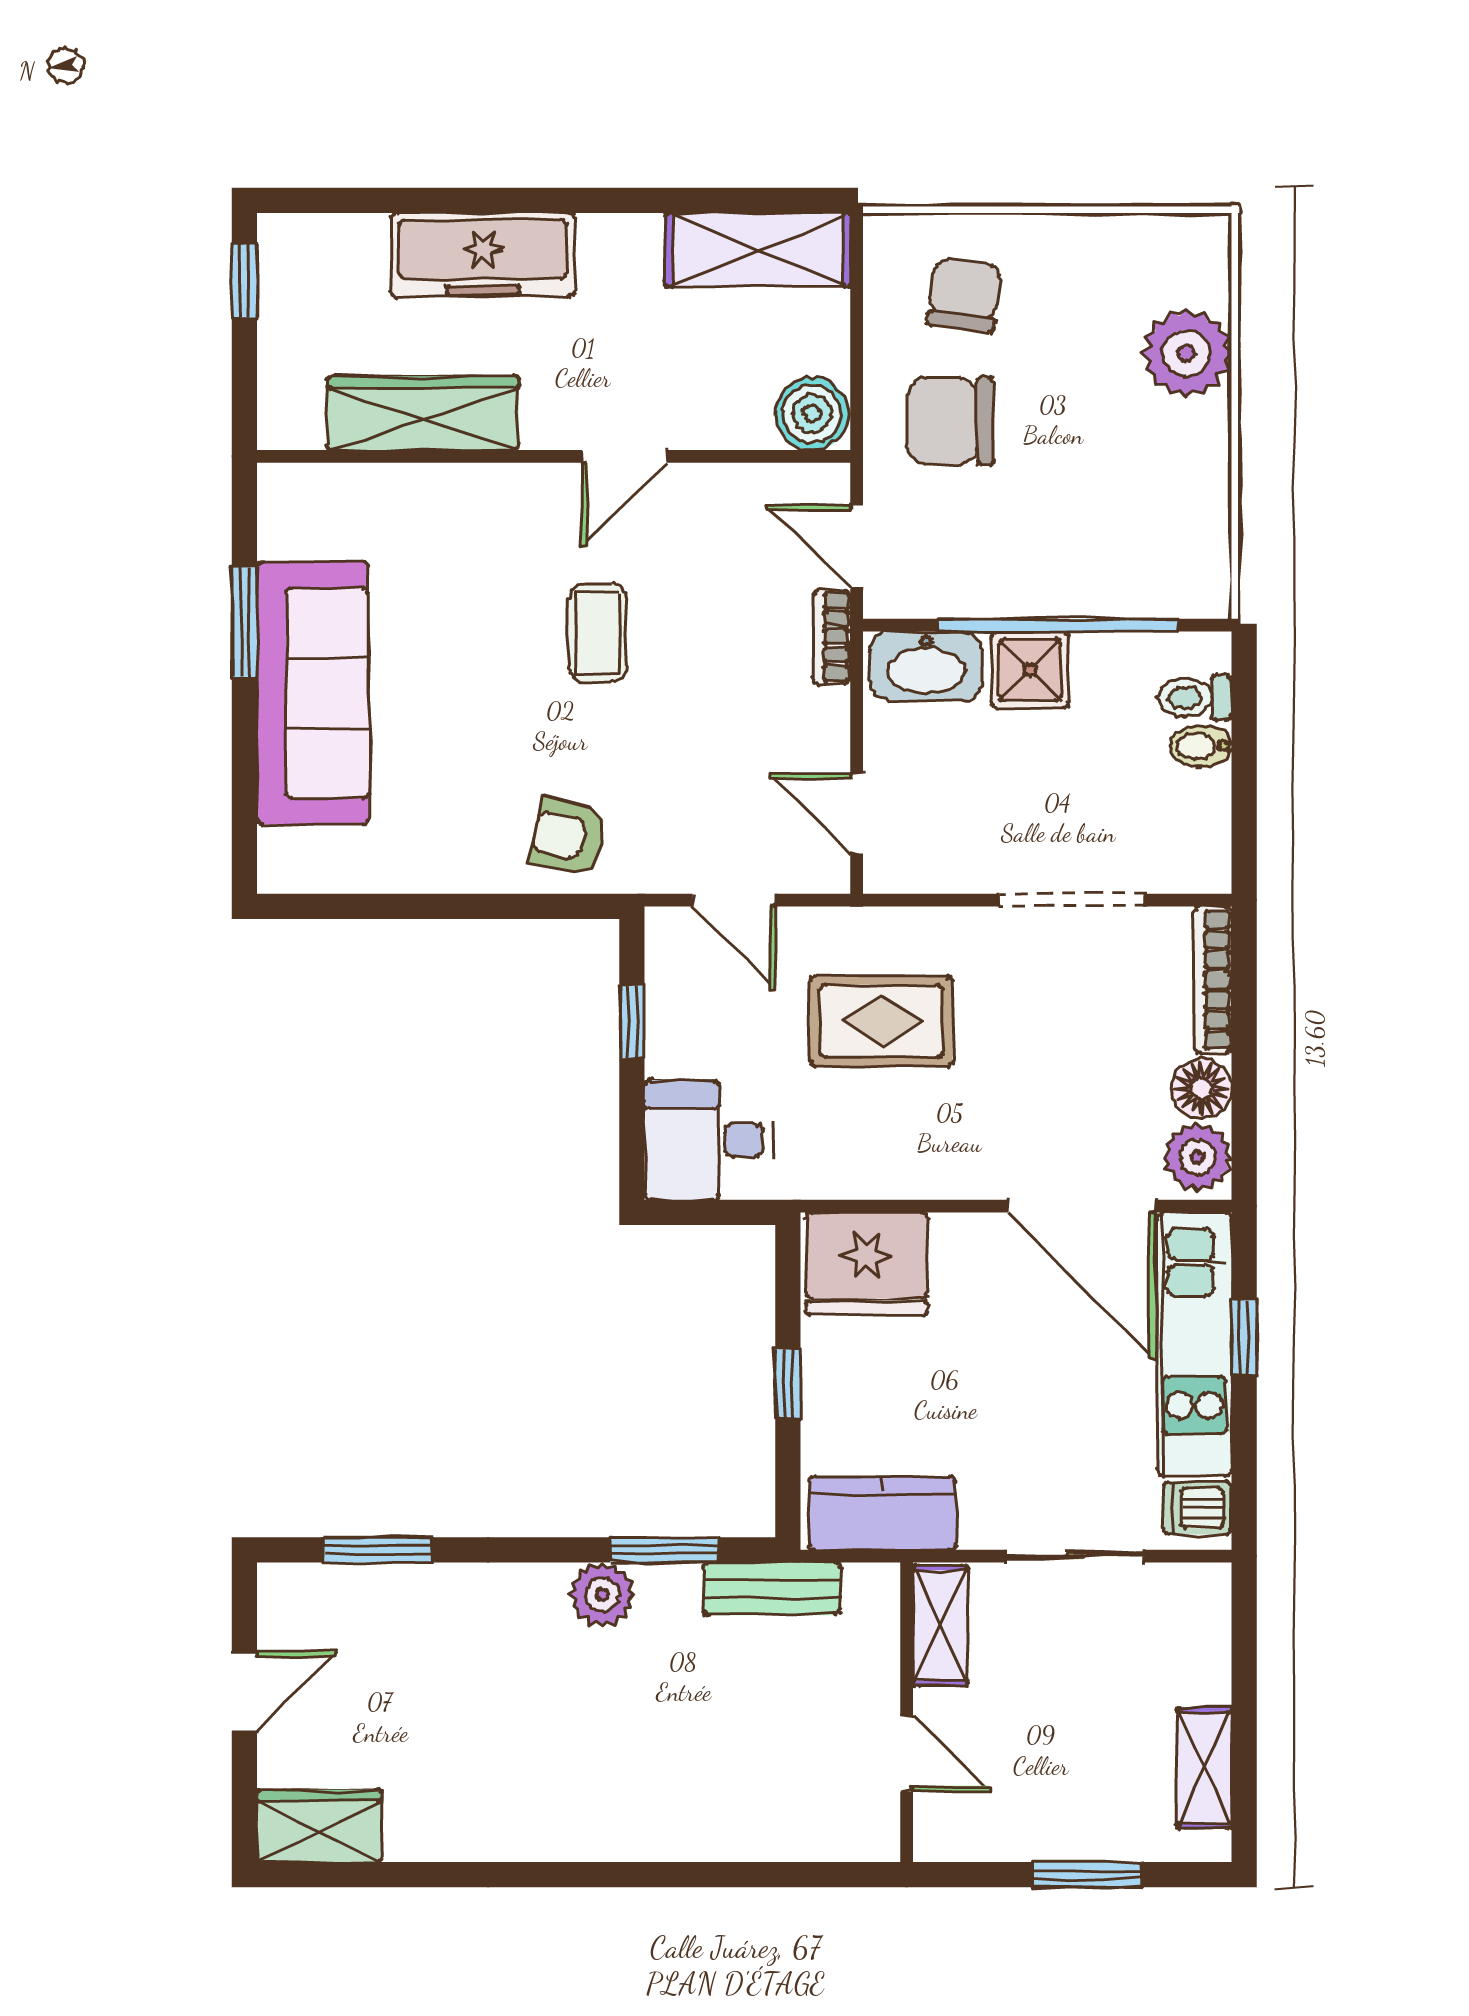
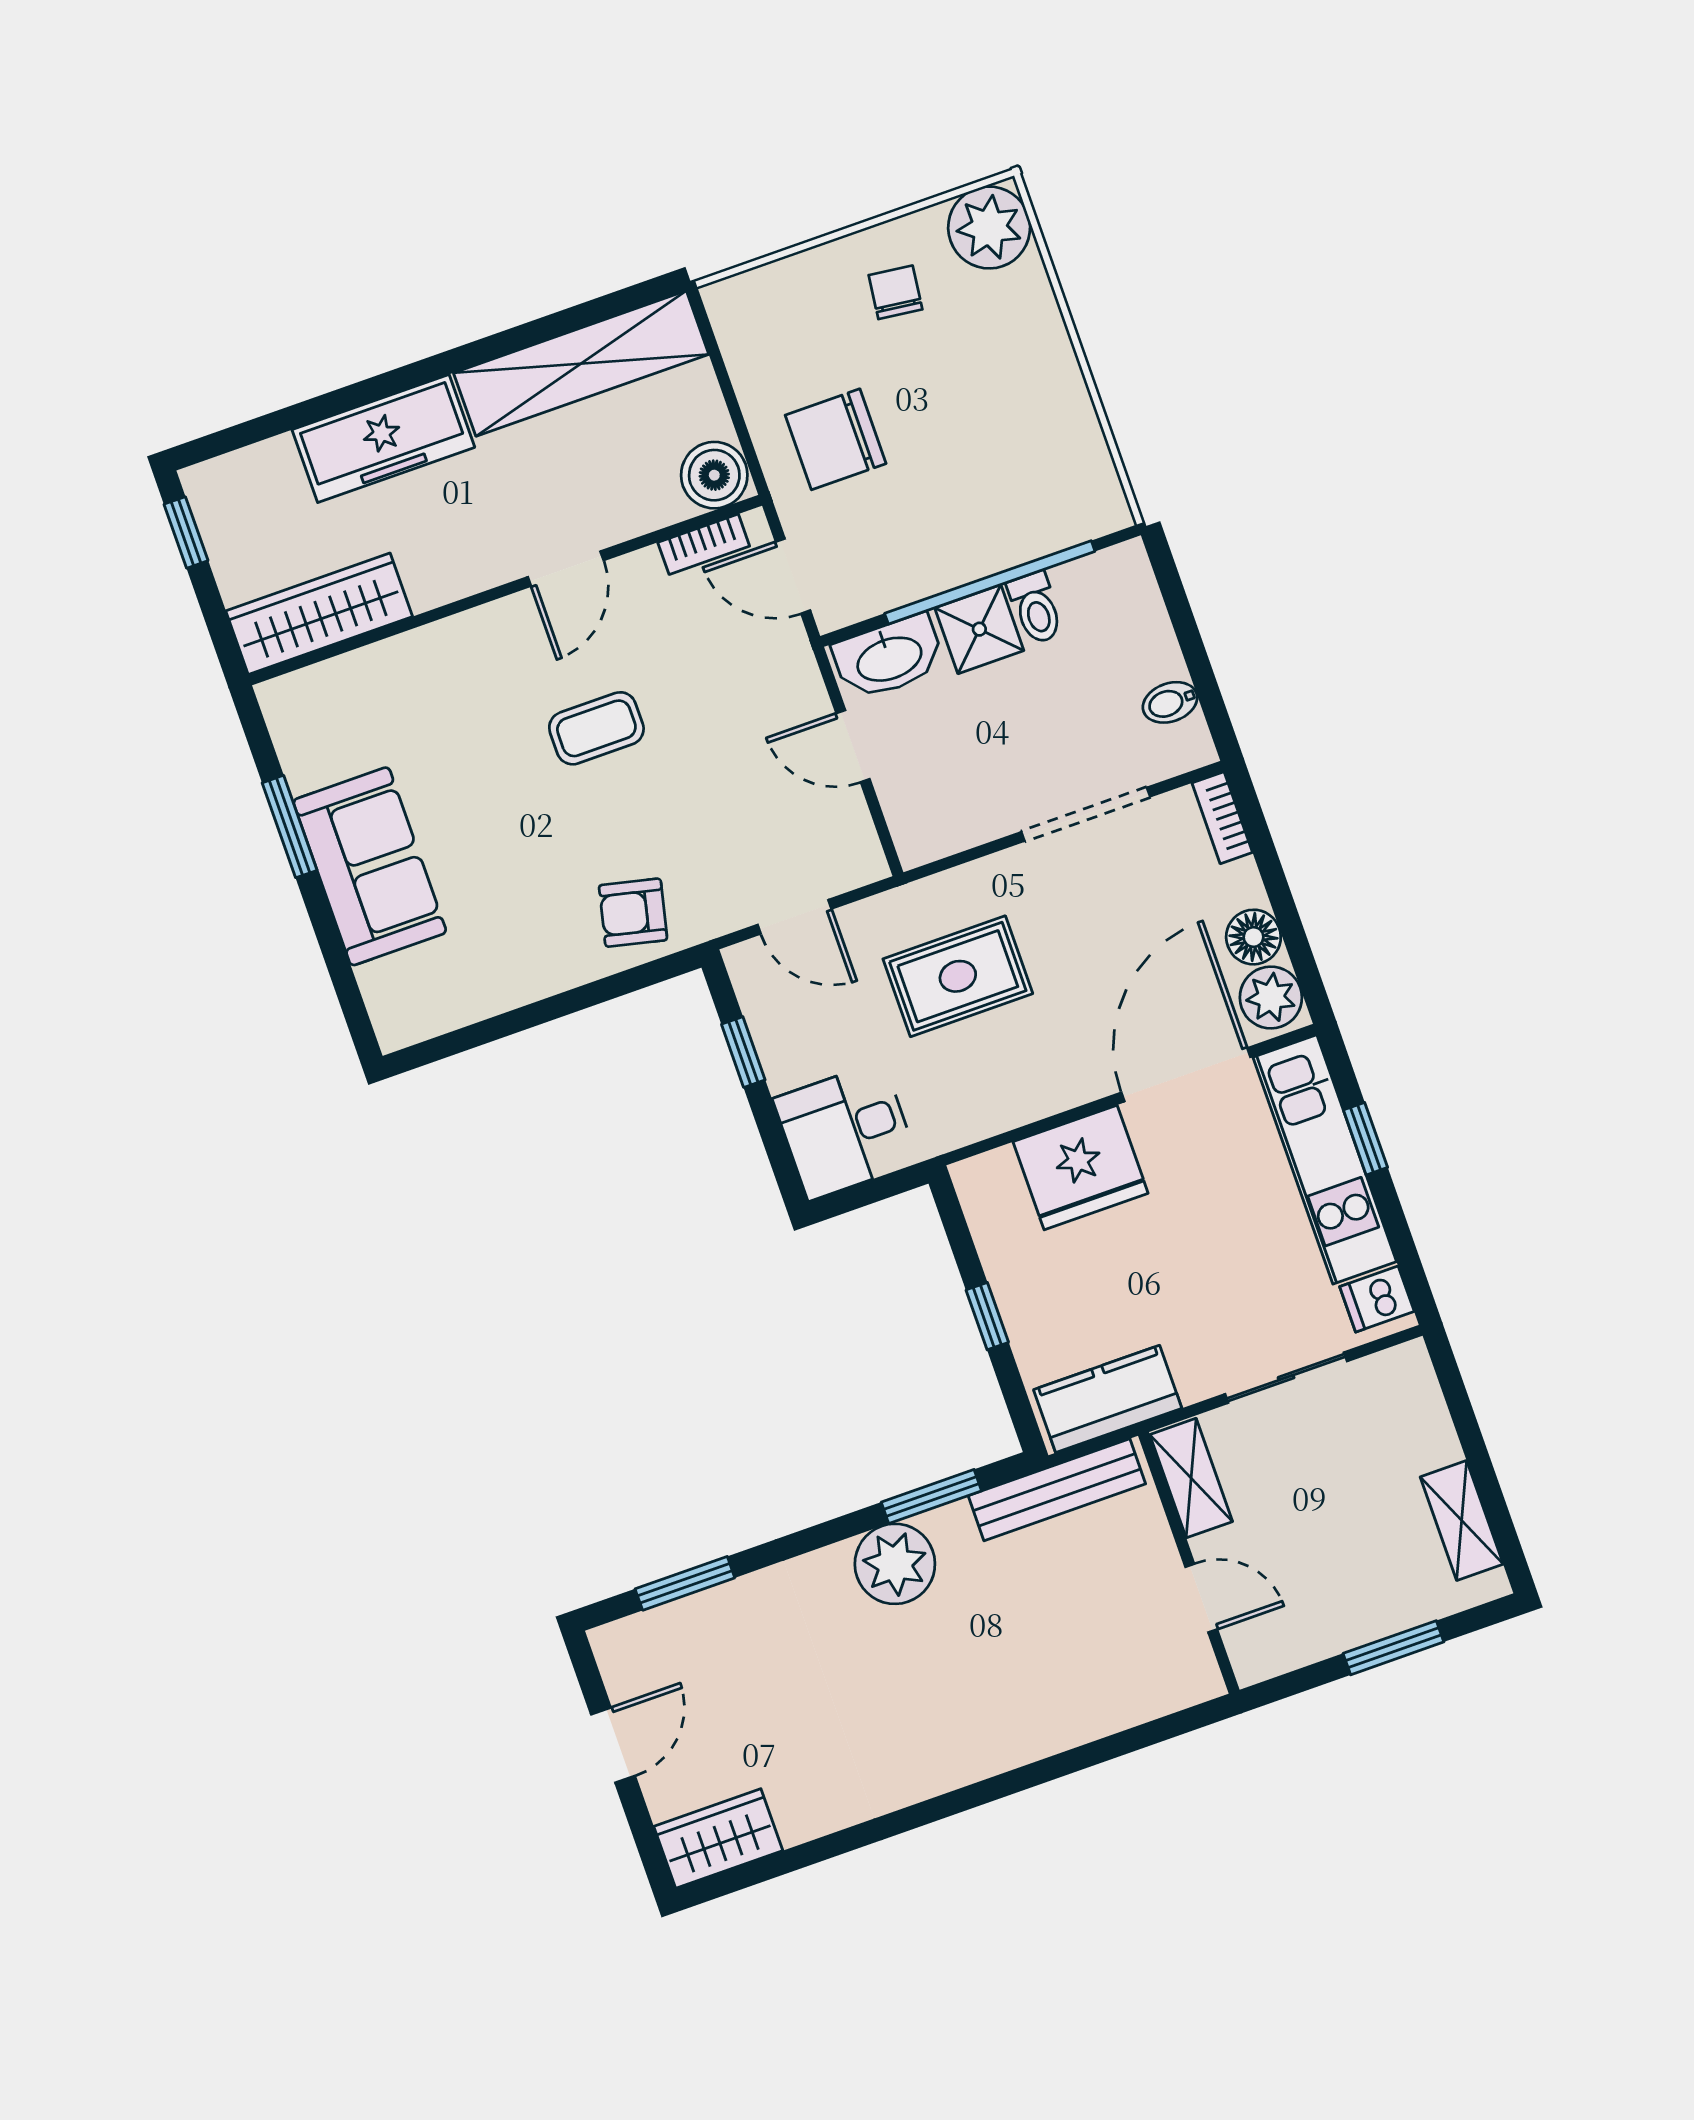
shelving: (758, 250) -> (581, 364), width x1.47
chair: (964, 295) -> (896, 292), moved, width x0.73, depth x0.73
plant: (1187, 353) -> (989, 227), moved
wardrobe: (423, 413) -> (319, 614), moved
coffee table: (598, 633) -> (596, 728), turned 90
bookcase: (832, 637) -> (704, 544), moved, turned -90
sofa: (313, 693) -> (370, 866), width x0.73
toilet: (1195, 698) -> (1036, 608), moved, turned -90
bidet: (1201, 746) -> (1170, 702), moved
door: (857, 813) -> (853, 746), moved
bookcase: (1213, 980) -> (1222, 818), width x0.64
door: (1081, 1206) -> (1186, 1075), swing flipped
fridge: (867, 1264) -> (1081, 1168), moved
bench: (772, 1589) -> (1057, 1490), width x1.36
plant: (602, 1595) -> (895, 1564), width x1.36, depth x1.36

